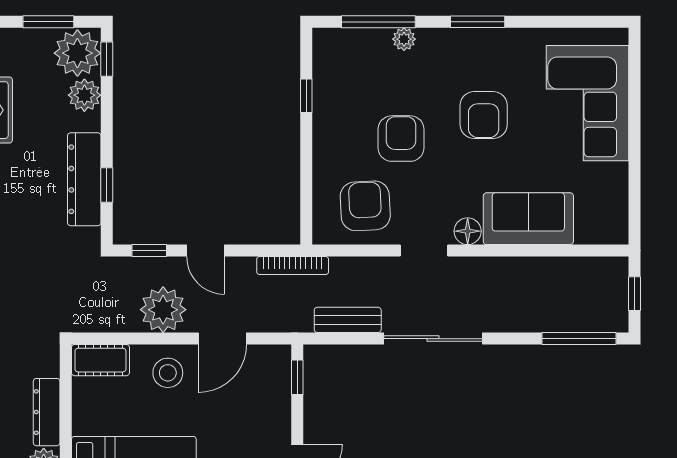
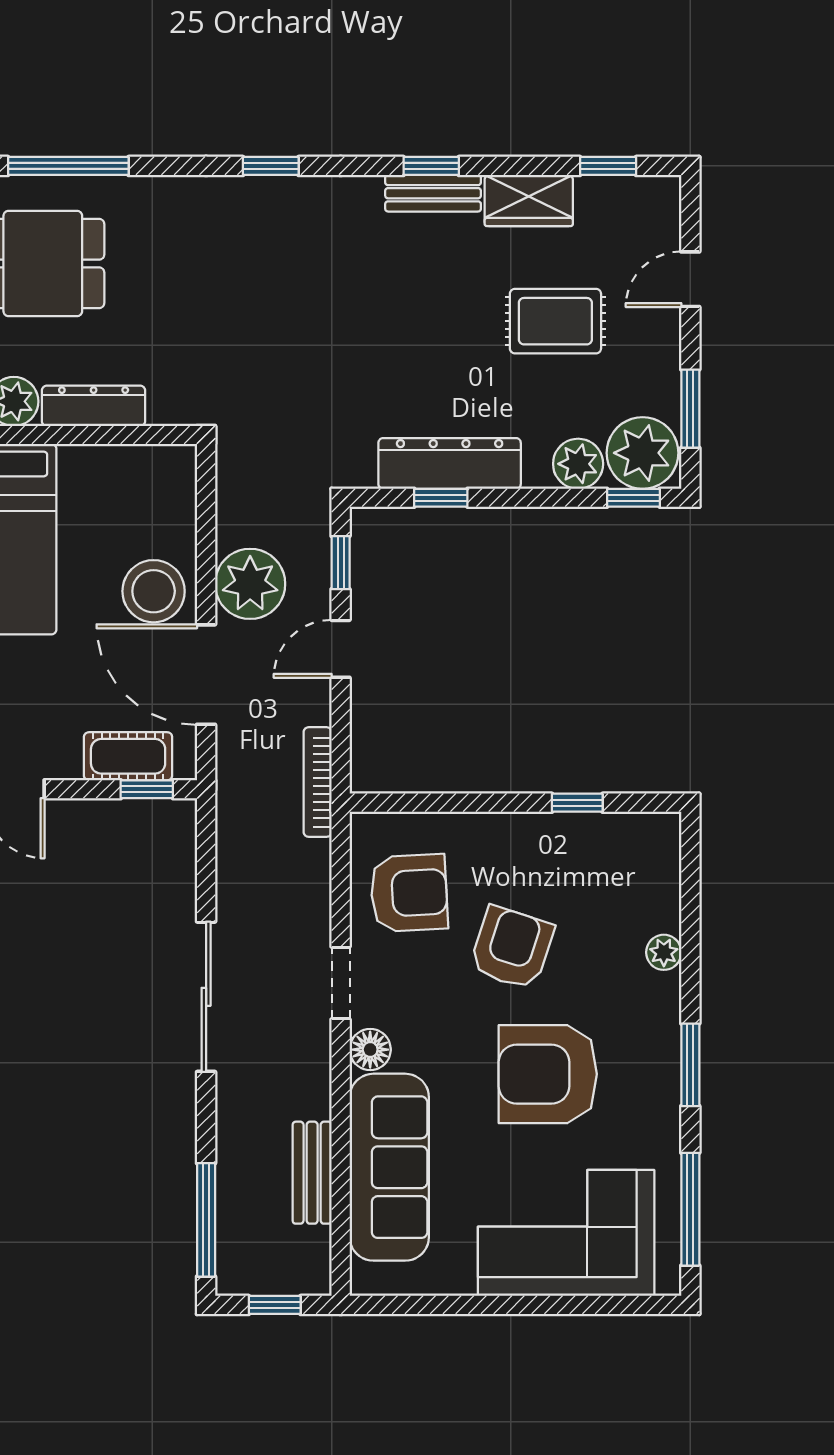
window: (378, 22) -> (690, 1209), moved
armchair: (484, 115) -> (548, 1074), width x1.36, depth x1.36
armchair: (401, 139) -> (512, 948), turned -72
sofa: (528, 219) -> (389, 1167), width x1.36
bench: (348, 320) -> (312, 1173), moved
door: (222, 339) -> (206, 675), width x1.36
cot: (100, 360) -> (128, 756), moved, turned 90
stool: (168, 373) -> (154, 591), width x1.38, depth x1.38

